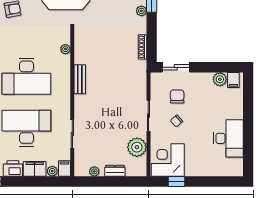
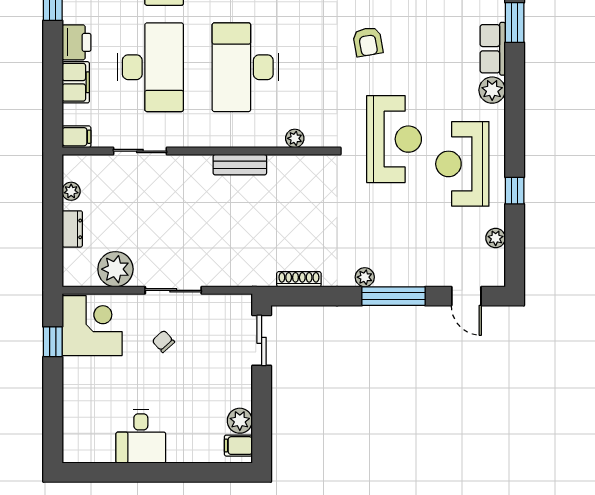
chair: (177, 96) -> (208, 343), removed
desk: (228, 138) -> (141, 436), width x0.73
plant: (52, 171) -> (72, 114), removed

